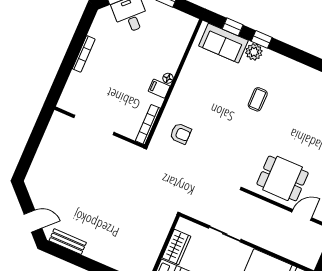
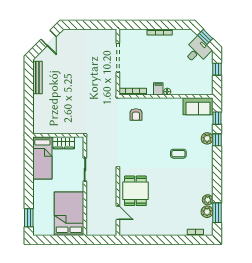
sofa: (223, 43) -> (198, 106), moved, turned -90
door: (33, 221) -> (49, 38), moved
bench: (68, 242) -> (37, 77), width x1.36

